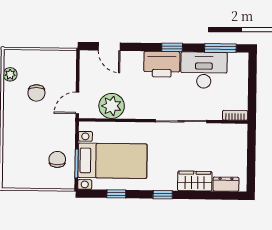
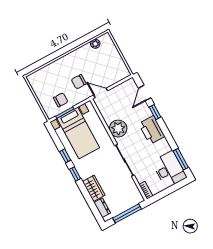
window: (172, 47) -> (155, 112), moved
desk: (204, 70) -> (169, 169), moved
chair: (36, 93) -> (79, 82), moved
plant: (112, 106) -> (118, 129), moved
window: (251, 156) -> (127, 213), added
window: (116, 194) -> (65, 156), moved

